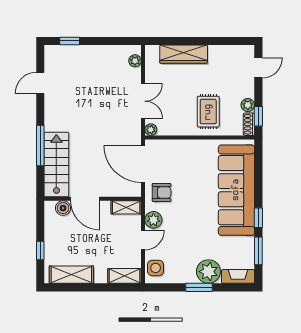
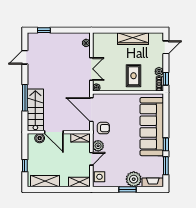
wardrobe: (184, 54) -> (133, 39), moved

